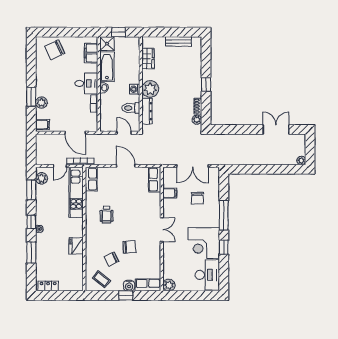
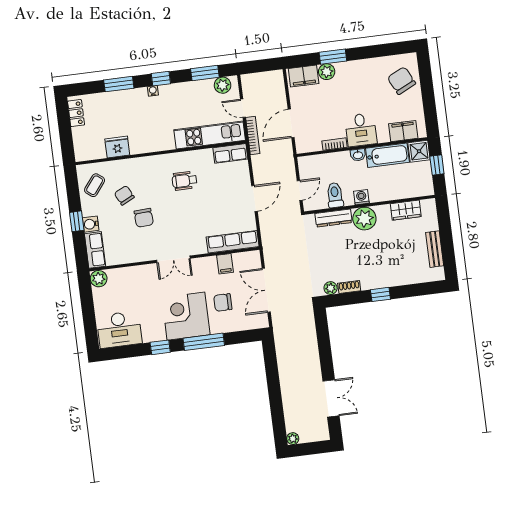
filing cabinet: (42, 125) -> (304, 76), width x2.00
row of seats: (155, 180) -> (233, 242), width x1.48
corner desk: (204, 243) -> (186, 316), moved
fridge: (76, 246) -> (117, 147), moved

